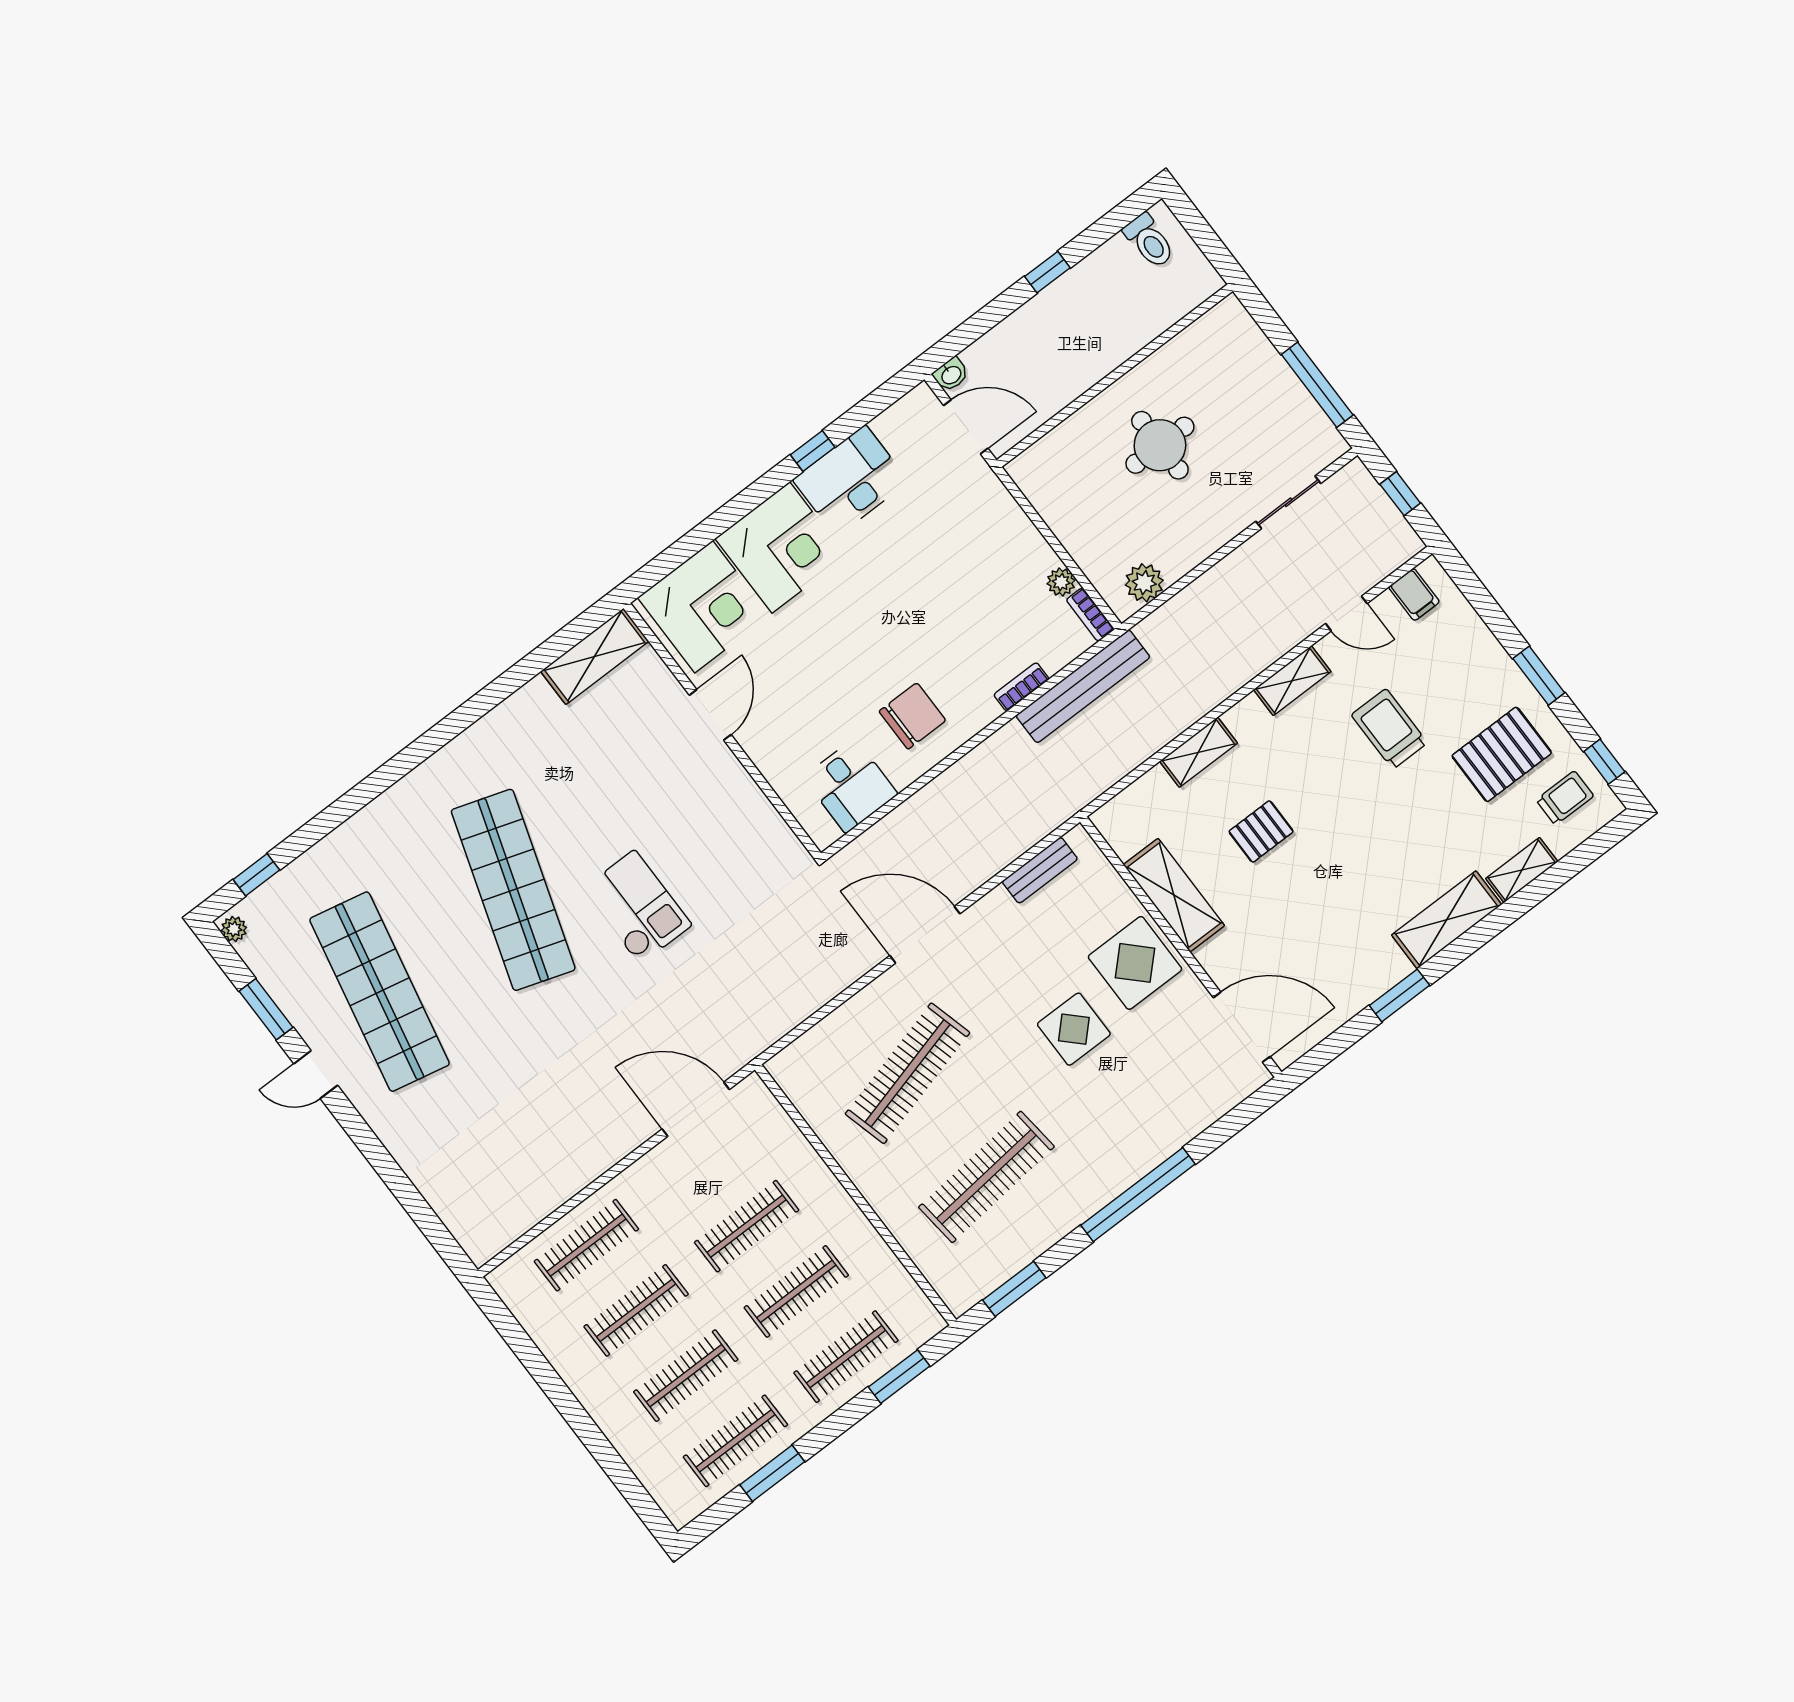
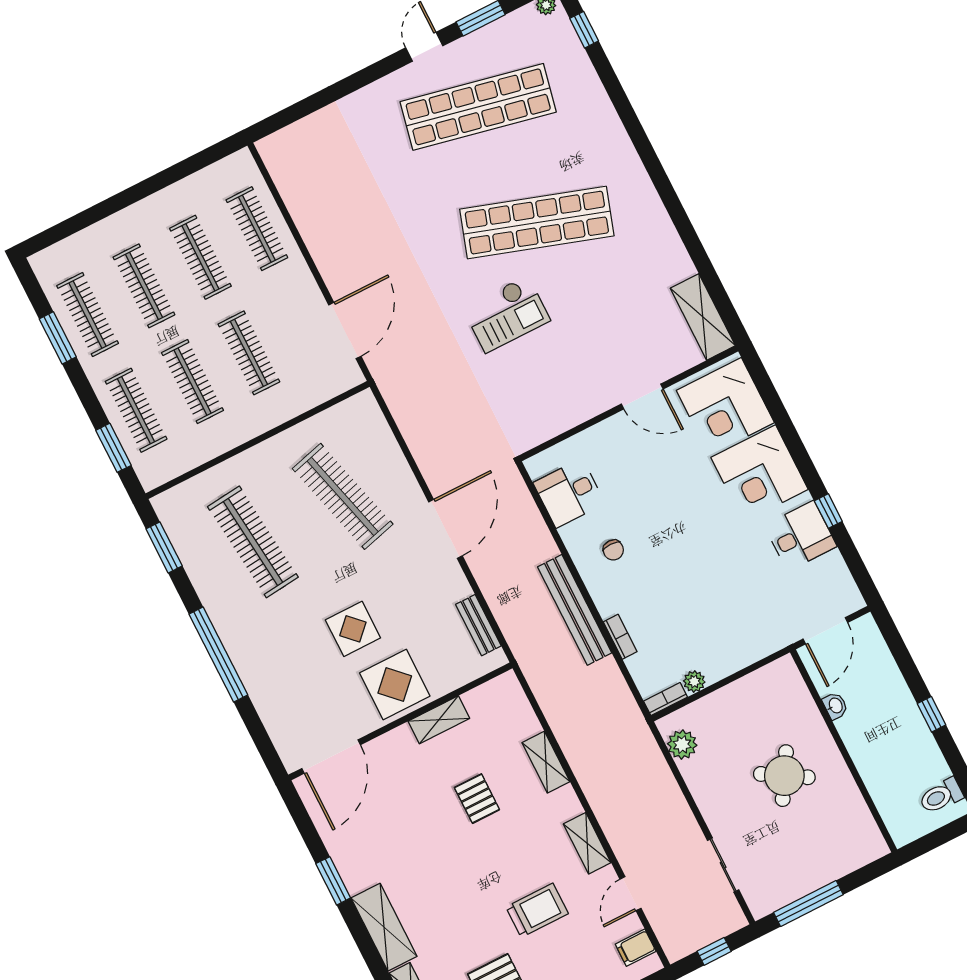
washbasin: (951, 375) -> (835, 706), moved, turned 180
round table: (1160, 445) -> (784, 776), turned 31
desk: (851, 481) -> (801, 536), width x0.73
bench: (1083, 686) -> (575, 610), moved
chair: (912, 716) -> (613, 550), width x0.54, depth x0.54
shelving: (1174, 895) -> (439, 720), width x0.67, depth x0.75

